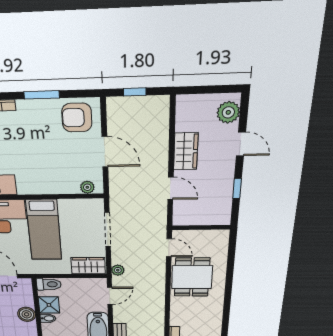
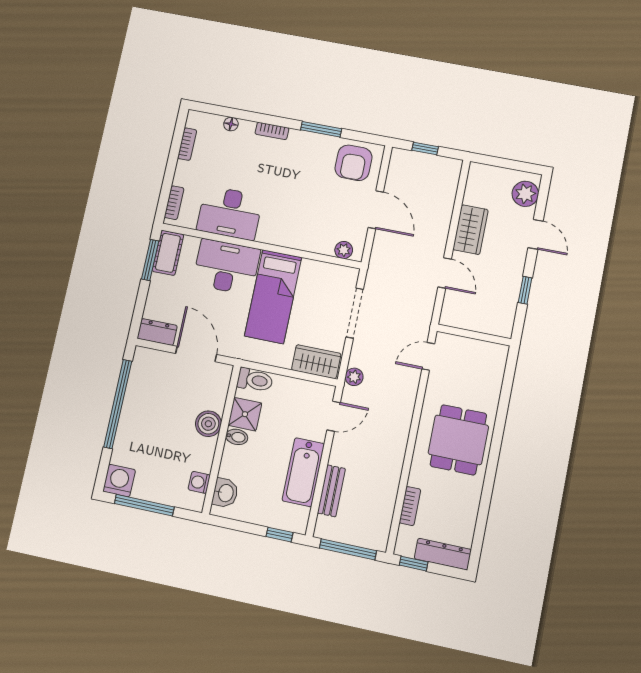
armchair: (77, 118) -> (353, 163), turned -90
door: (169, 248) -> (428, 356), swing flipped
dining table: (192, 277) -> (458, 440), moved

